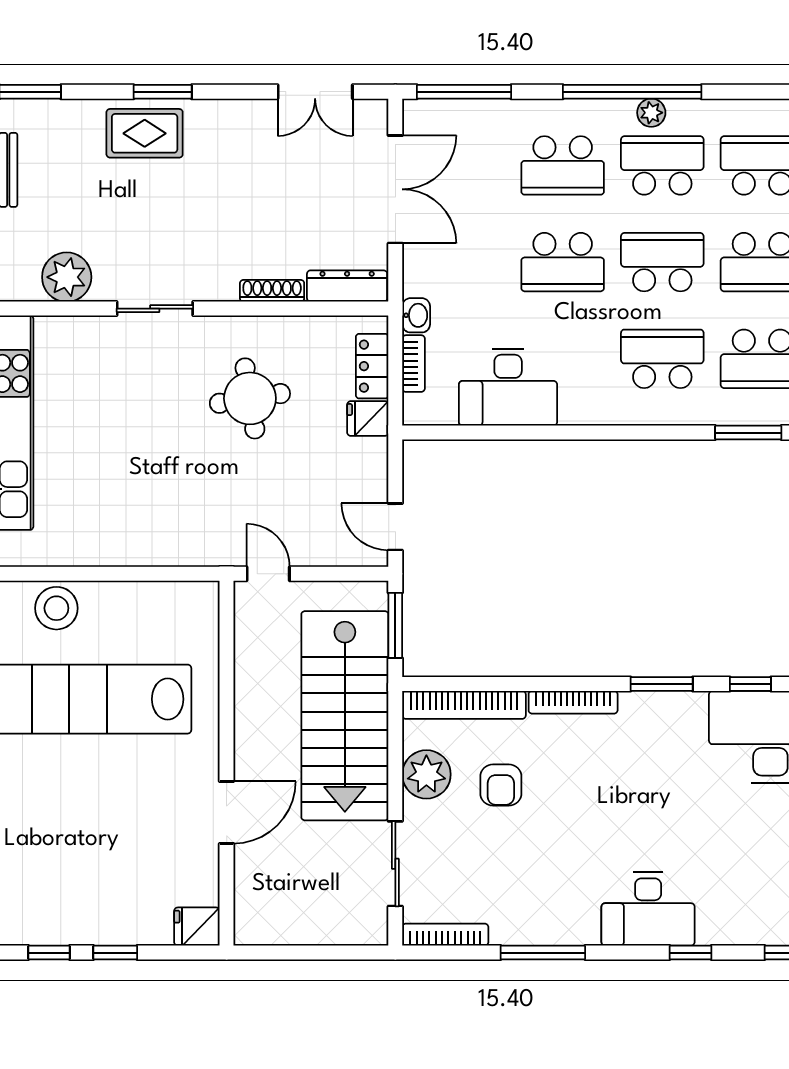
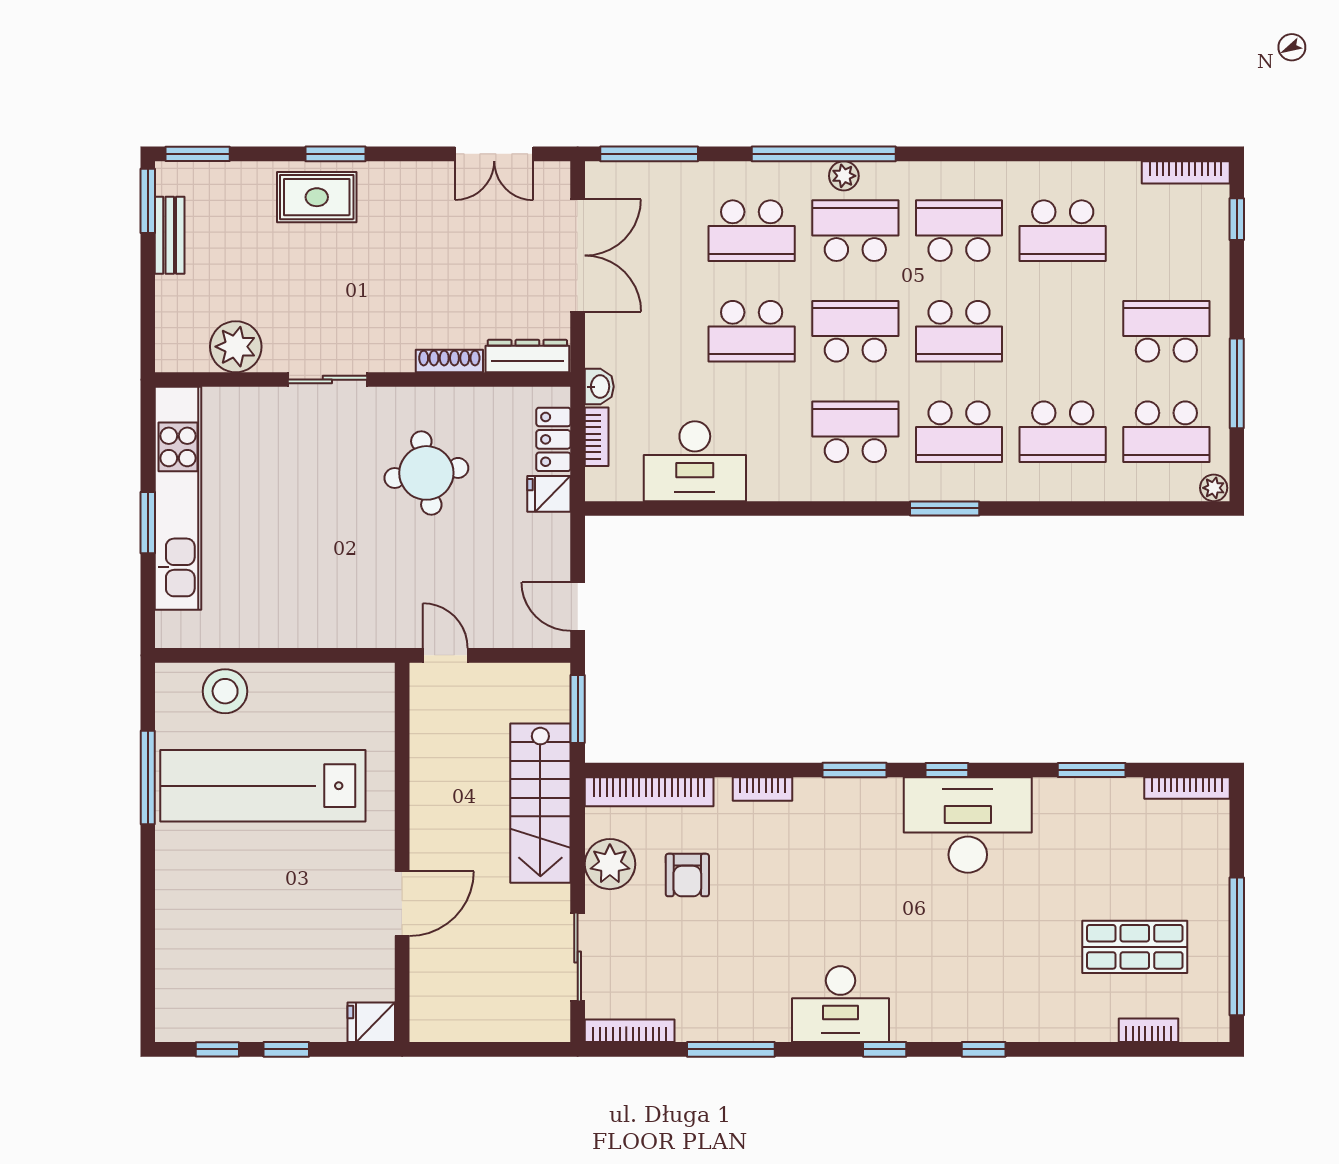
bookcase: (573, 702) -> (762, 789), width x0.64
stairs: (345, 716) -> (540, 803), width x0.73, depth x0.66

